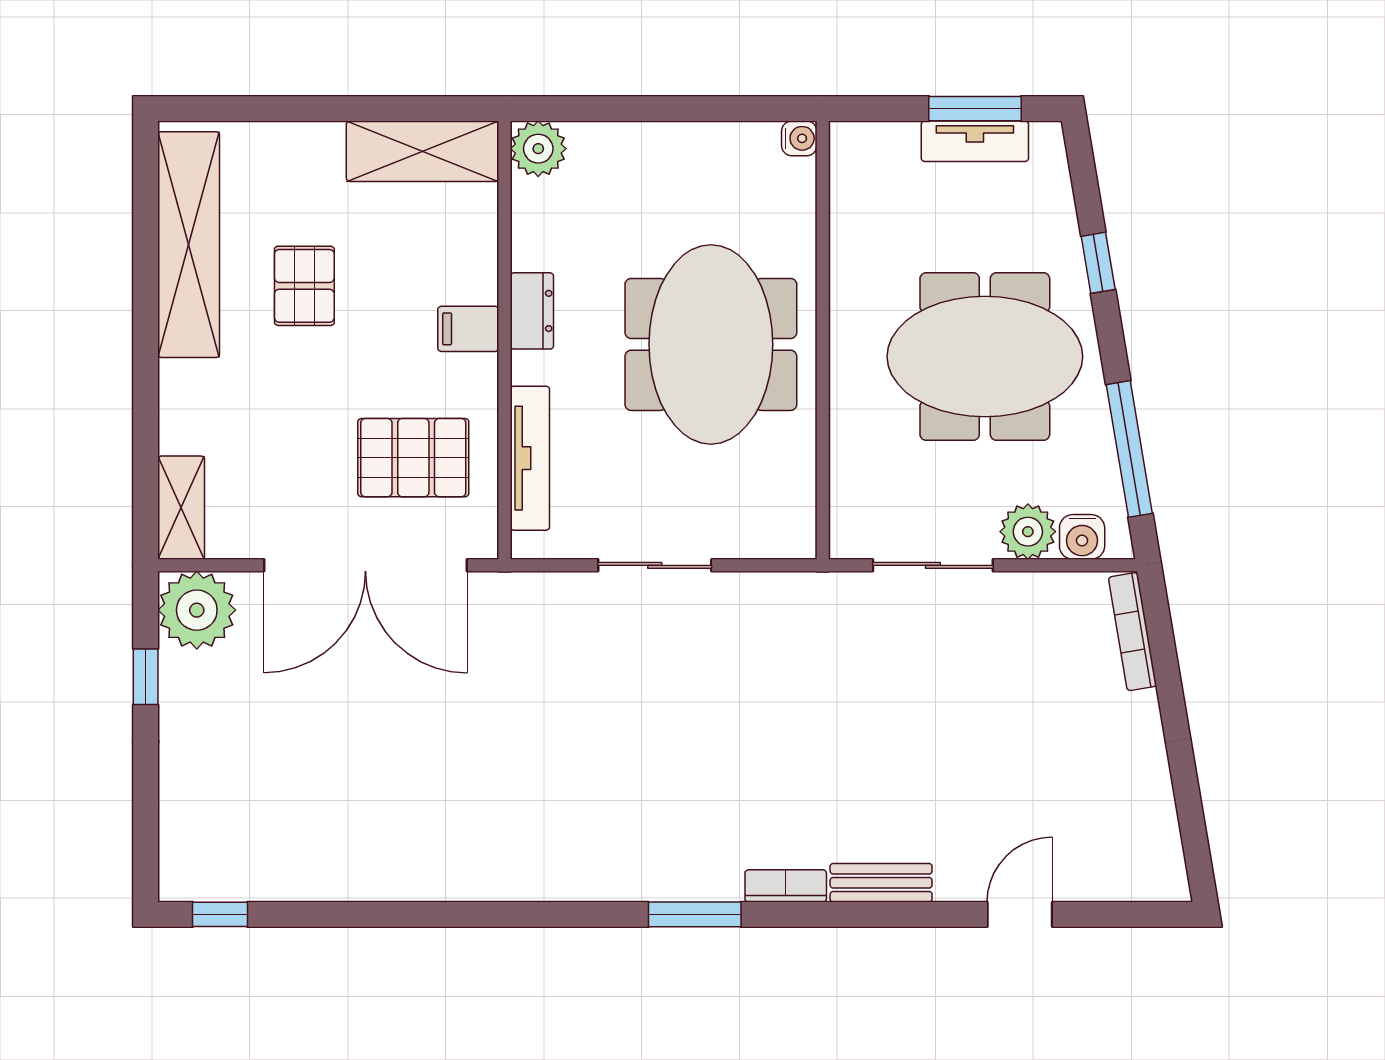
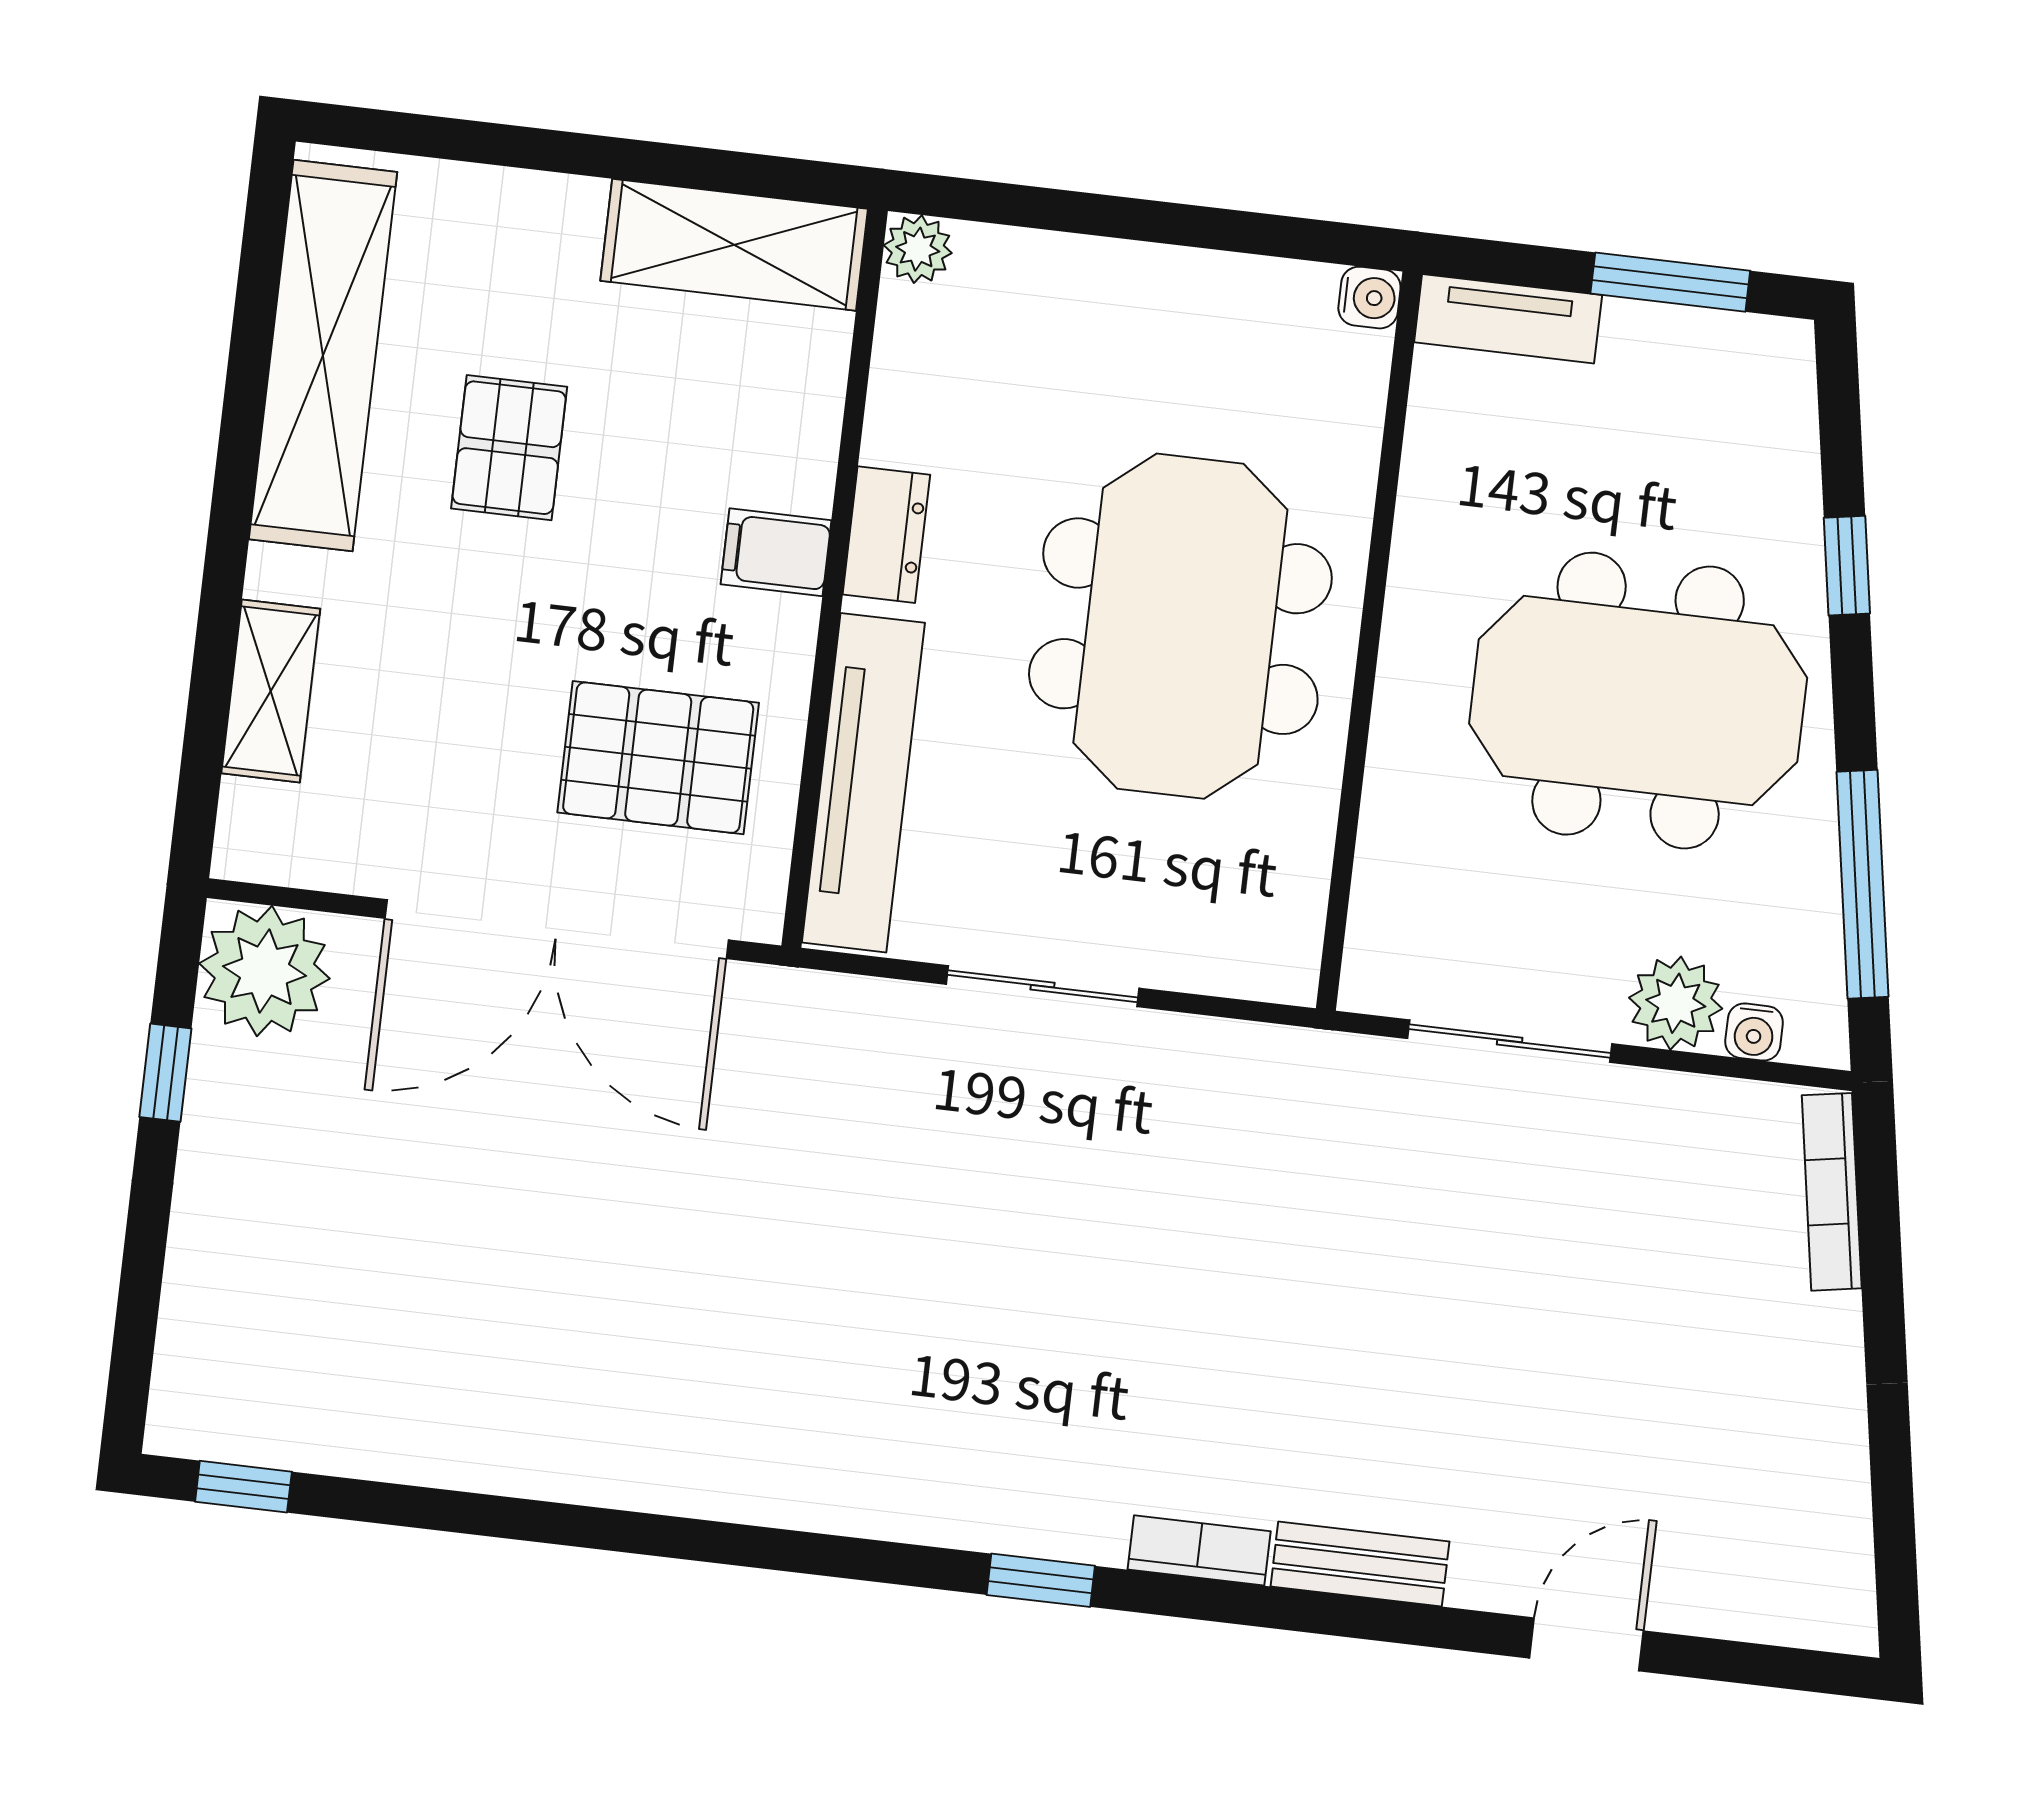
tv unit: (975, 141) -> (1508, 319), moved
plant: (538, 149) -> (918, 249), width x0.73, depth x0.73
tv unit: (530, 458) -> (863, 783), width x1.36, depth x1.29
shelving: (181, 508) -> (271, 691), moved
water cooler: (1082, 537) -> (1754, 1032), width x0.72, depth x0.72
window: (695, 914) -> (1041, 1580), width x0.67

